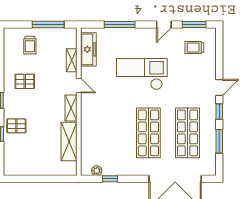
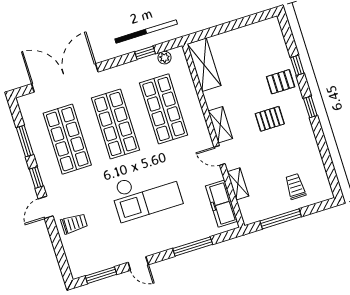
door: (164, 24) -> (138, 264), swing flipped
trolley: (194, 47) -> (74, 224), moved
pallet: (25, 81) -> (270, 119), moved
shop shelf: (109, 133) -> (164, 109), added
shelving: (69, 141) -> (204, 65), moved

